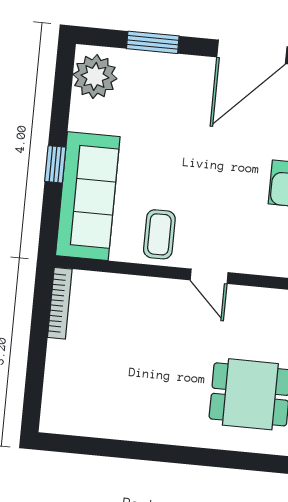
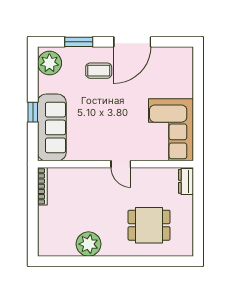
coffee table: (159, 234) -> (99, 71), moved, turned 90
plant: (135, 418) -> (89, 244), added

